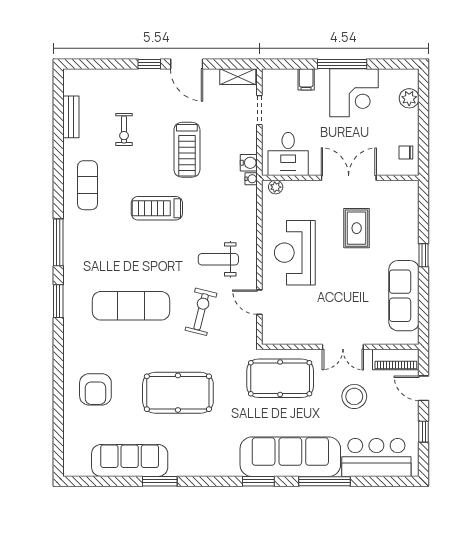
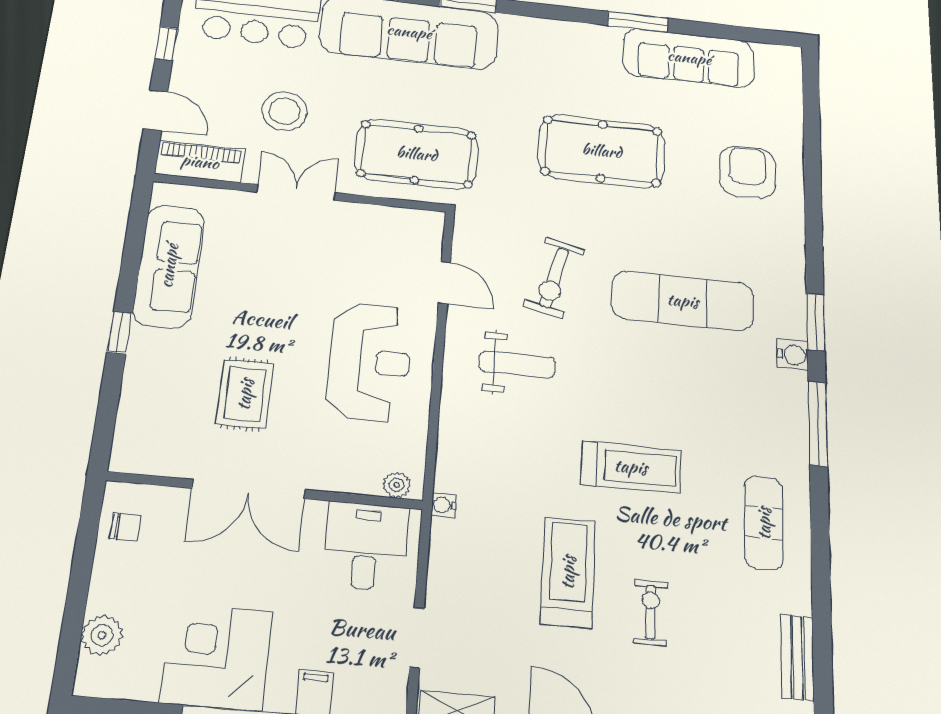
exercise bike: (124, 129) -> (651, 612), moved
water cooler: (249, 163) -> (792, 355), moved, turned 180

